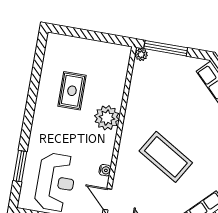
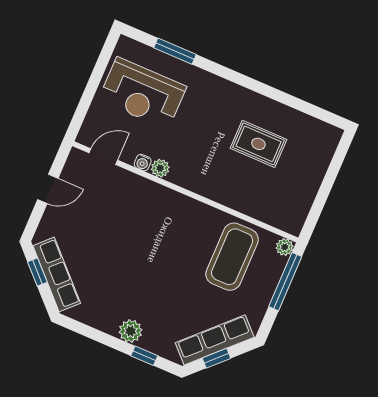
plant: (107, 118) -> (160, 168), moved, width x0.53, depth x0.53
coffee table: (166, 157) -> (232, 257), moved, turned -31

